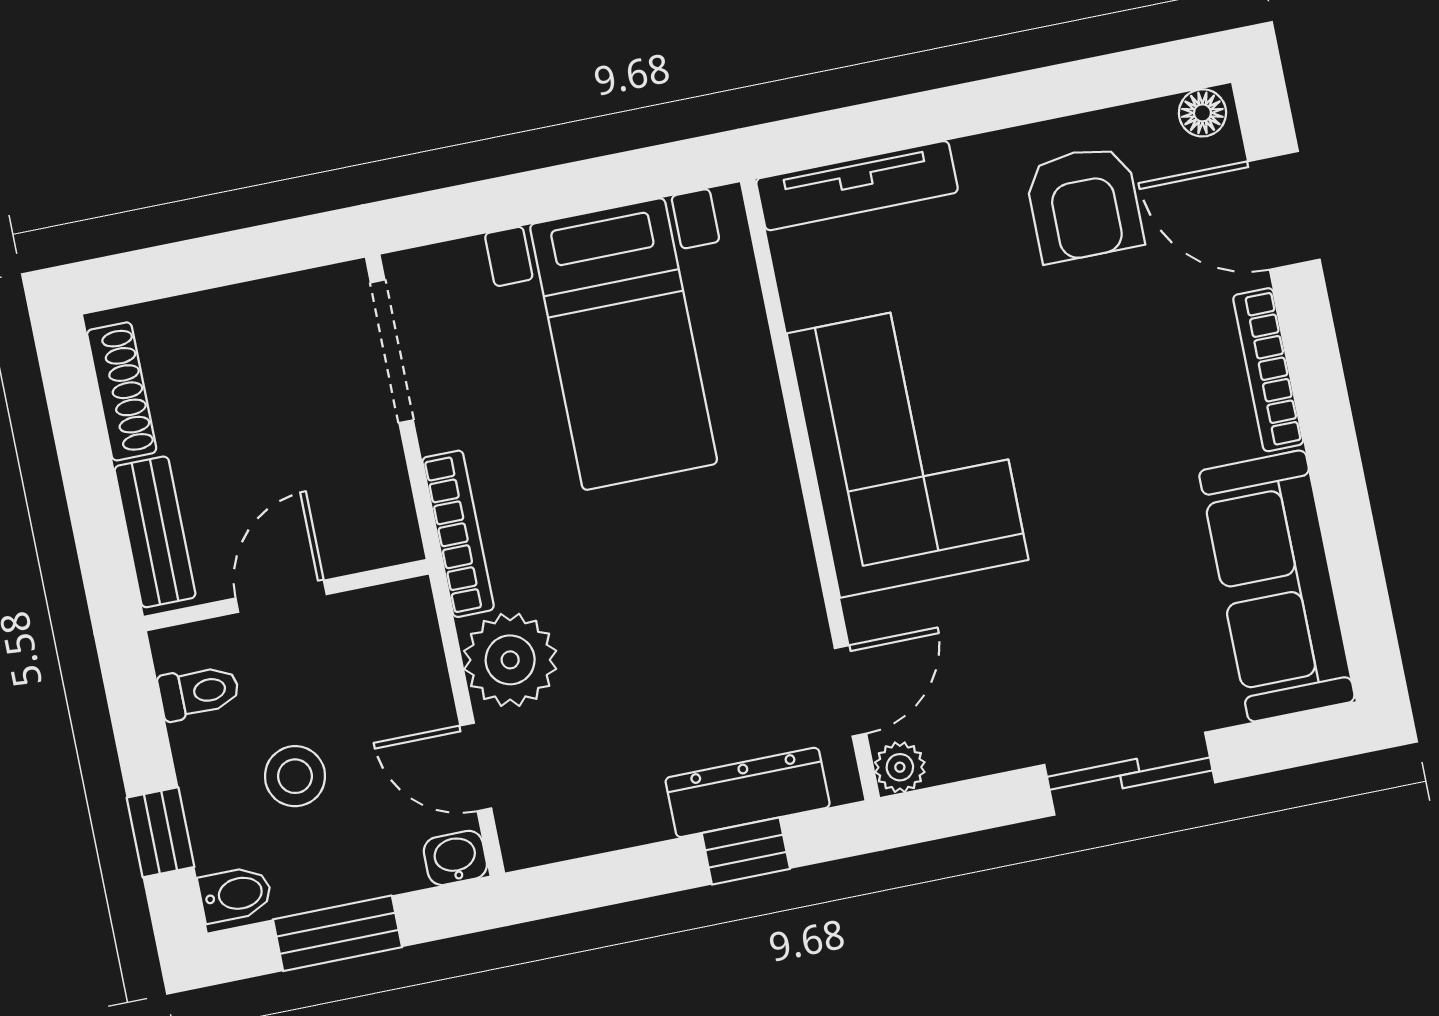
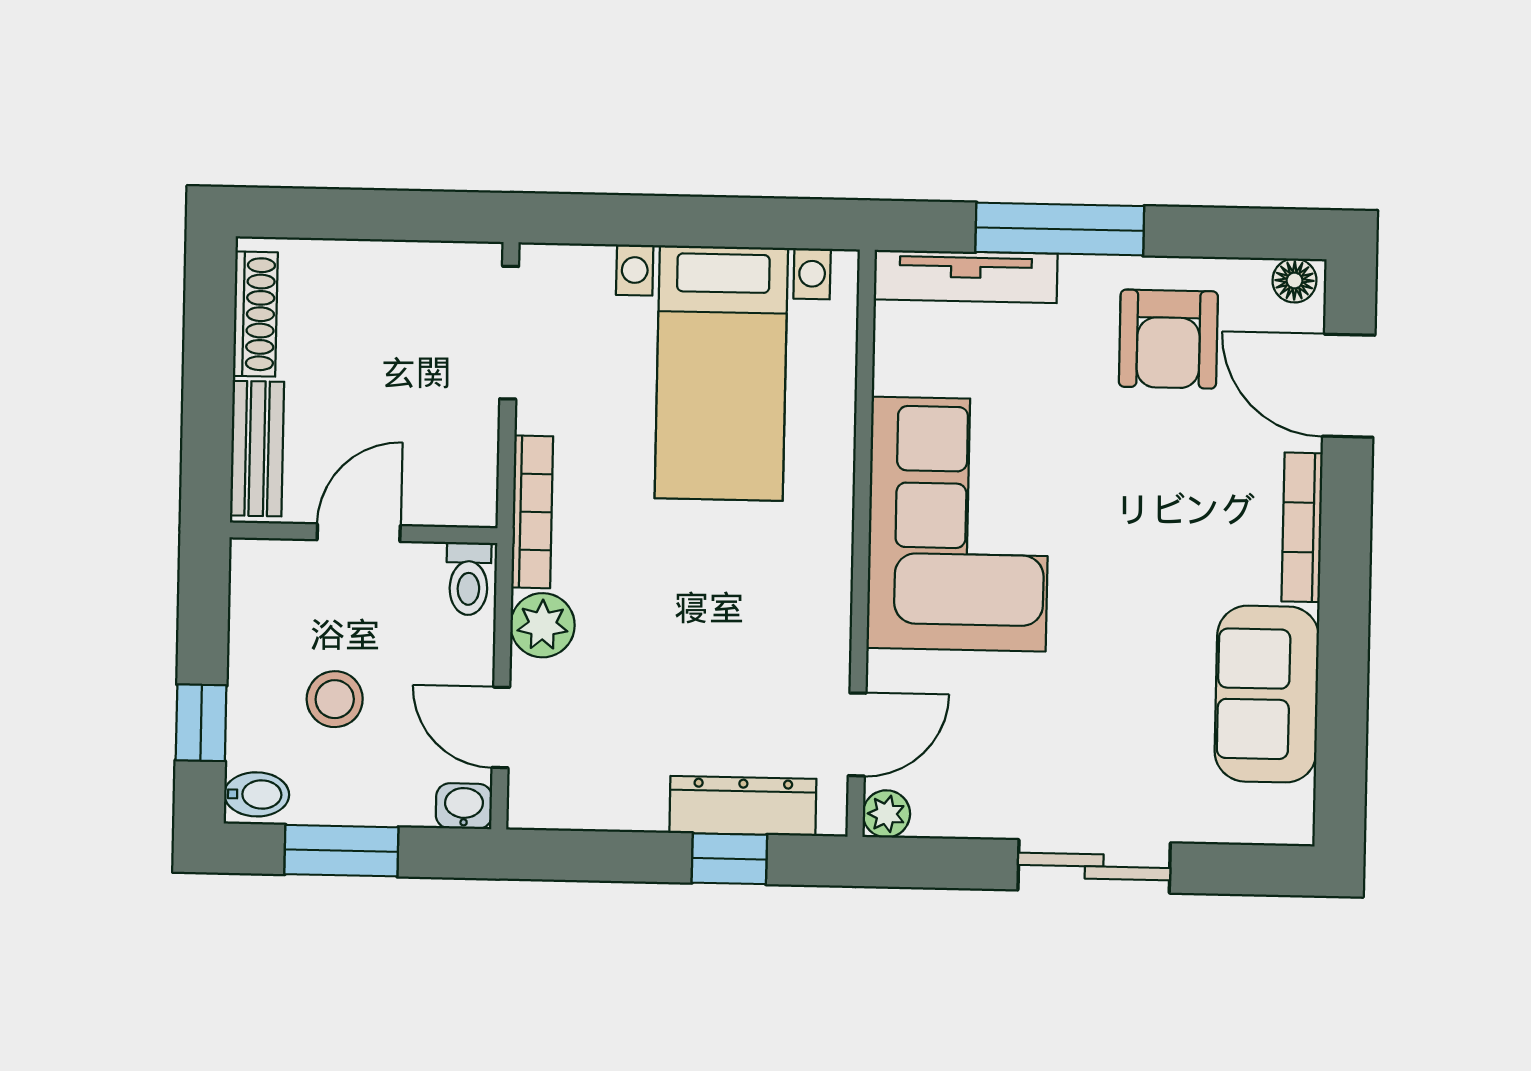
window: (945, 114) -> (1060, 229), added
sofa: (1277, 586) -> (1267, 694), width x0.73
plant: (510, 660) -> (543, 625), width x0.73, depth x0.73
toilet: (199, 692) -> (469, 579), moved, turned 90

